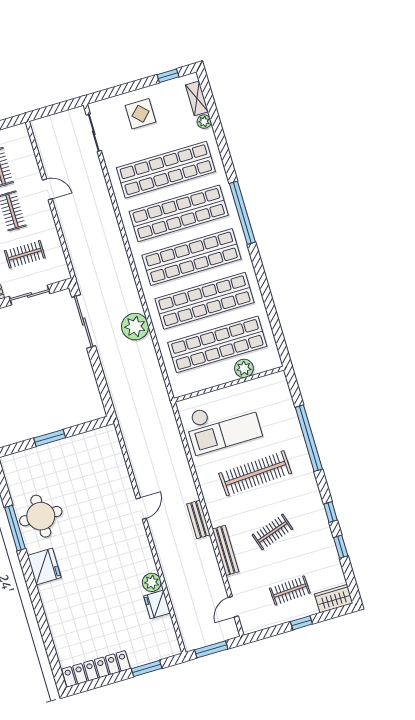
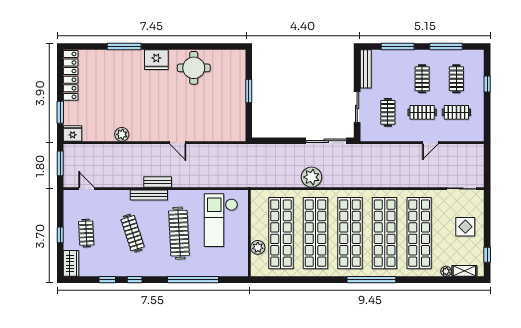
window: (15, 528) -> (124, 46), moved
clothes rail: (272, 532) -> (133, 233), width x1.36
bench: (226, 550) -> (149, 195), moved
fridge: (157, 604) -> (73, 134), moved

